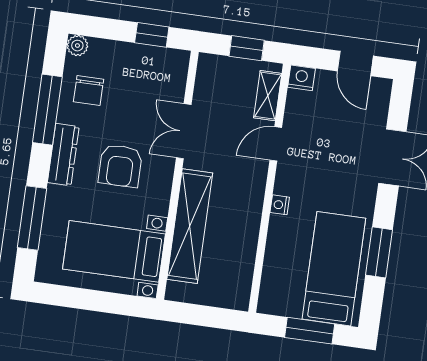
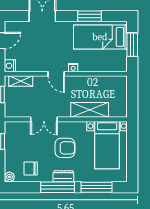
chair: (89, 91) -> (31, 168), turned 180
window: (47, 110) -> (58, 187), moved
door: (276, 144) -> (56, 74), moved
dresser: (63, 155) -> (63, 176), width x0.70
shelving: (190, 226) -> (90, 110), width x0.68

